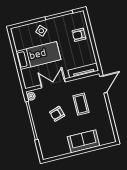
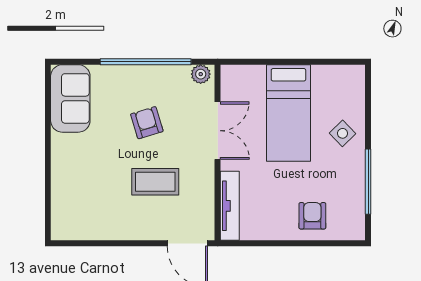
sofa: (83, 141) -> (70, 98), moved

